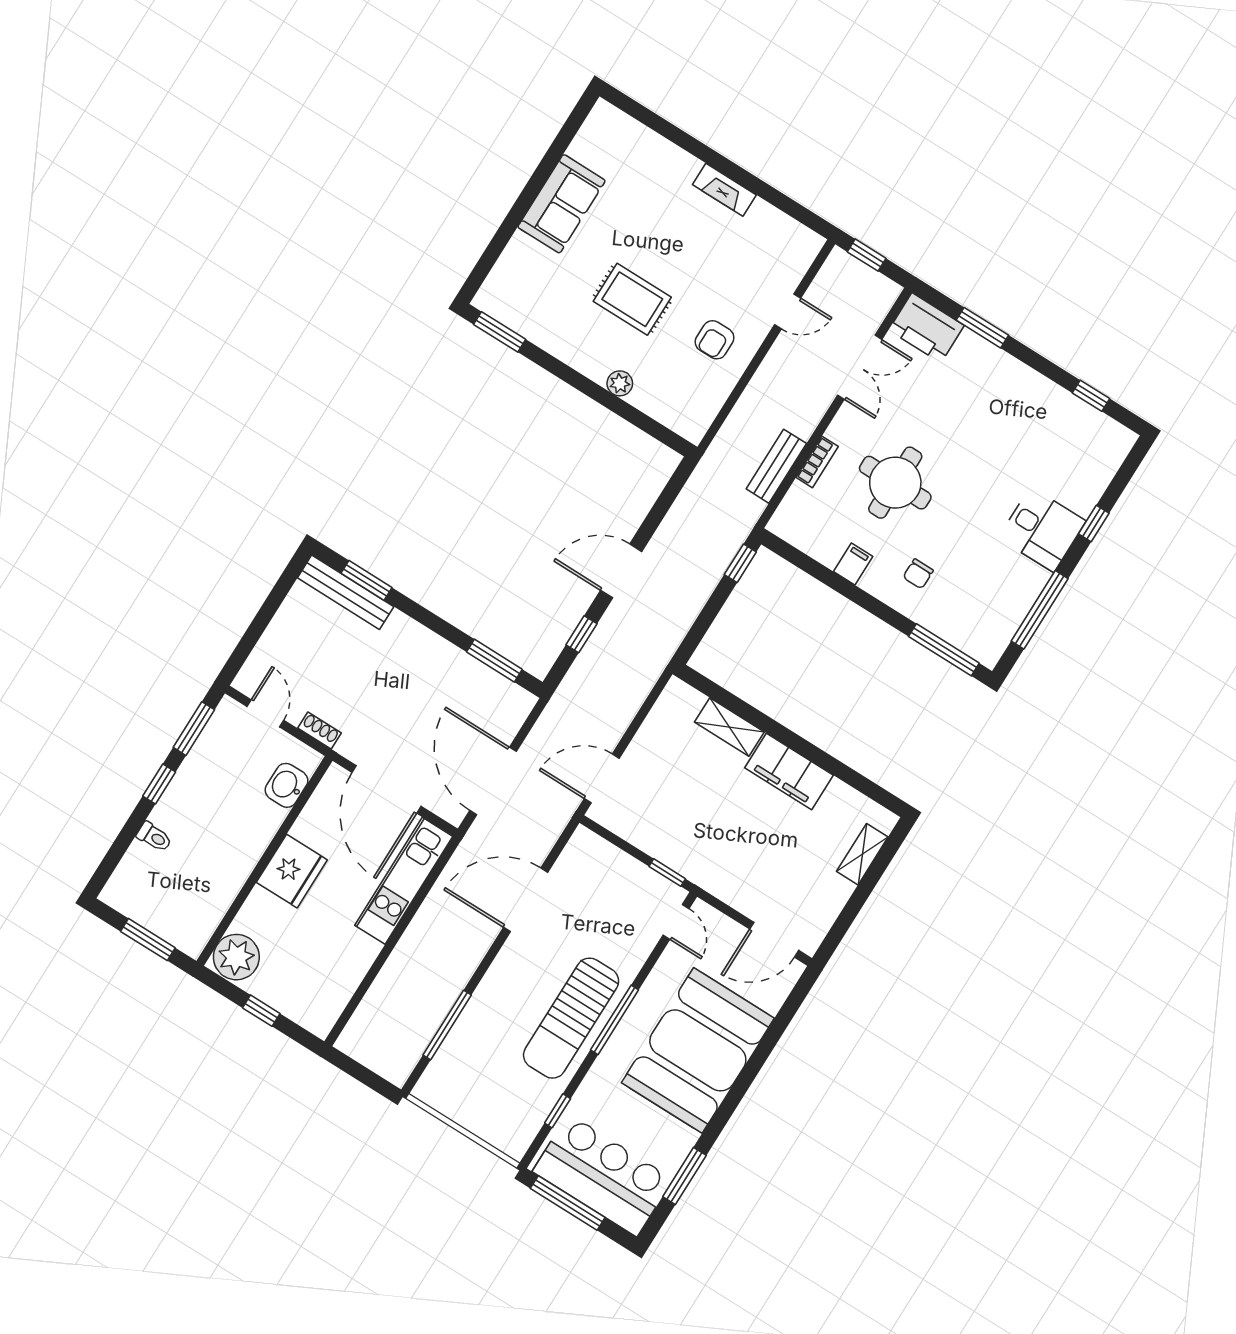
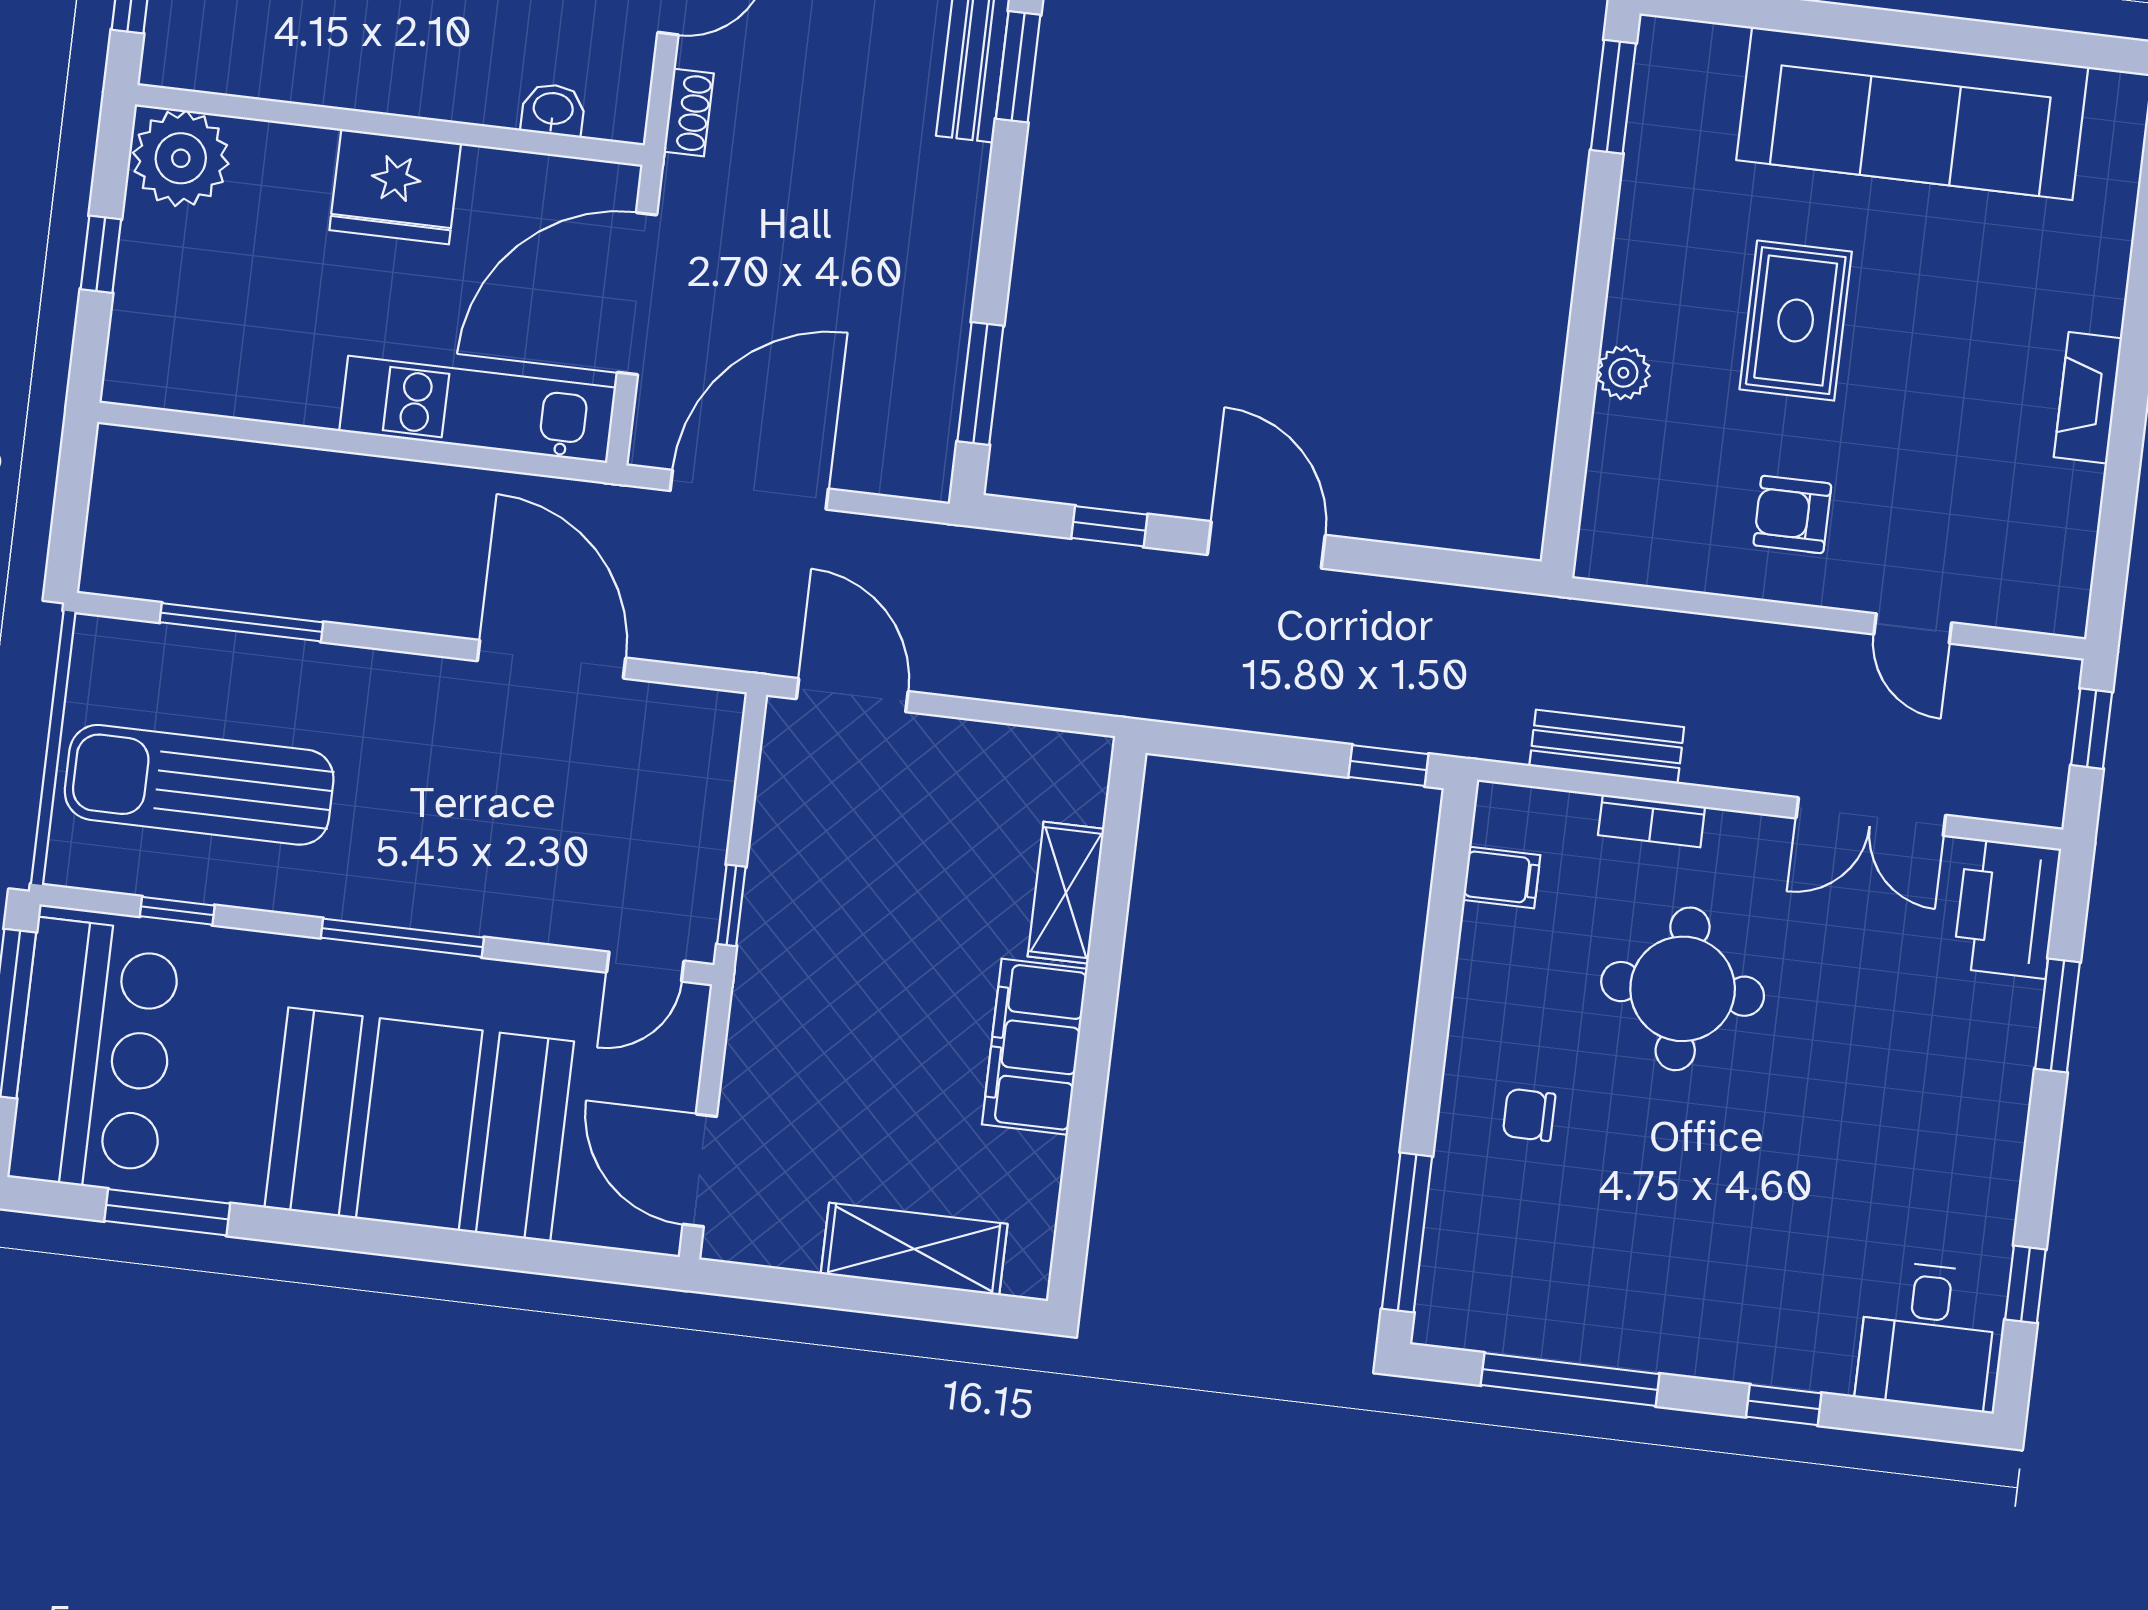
sofa: (562, 204) -> (1912, 113), width x1.85, depth x1.27
desk: (1042, 529) -> (1927, 1336), moved
filing cabinet: (853, 564) -> (1502, 878), moved
washbasin: (286, 785) -> (553, 110), width x0.72, depth x0.69
shelving: (862, 854) -> (914, 1249), width x1.50, depth x1.33
sun lounger: (571, 1018) -> (199, 785), moved

